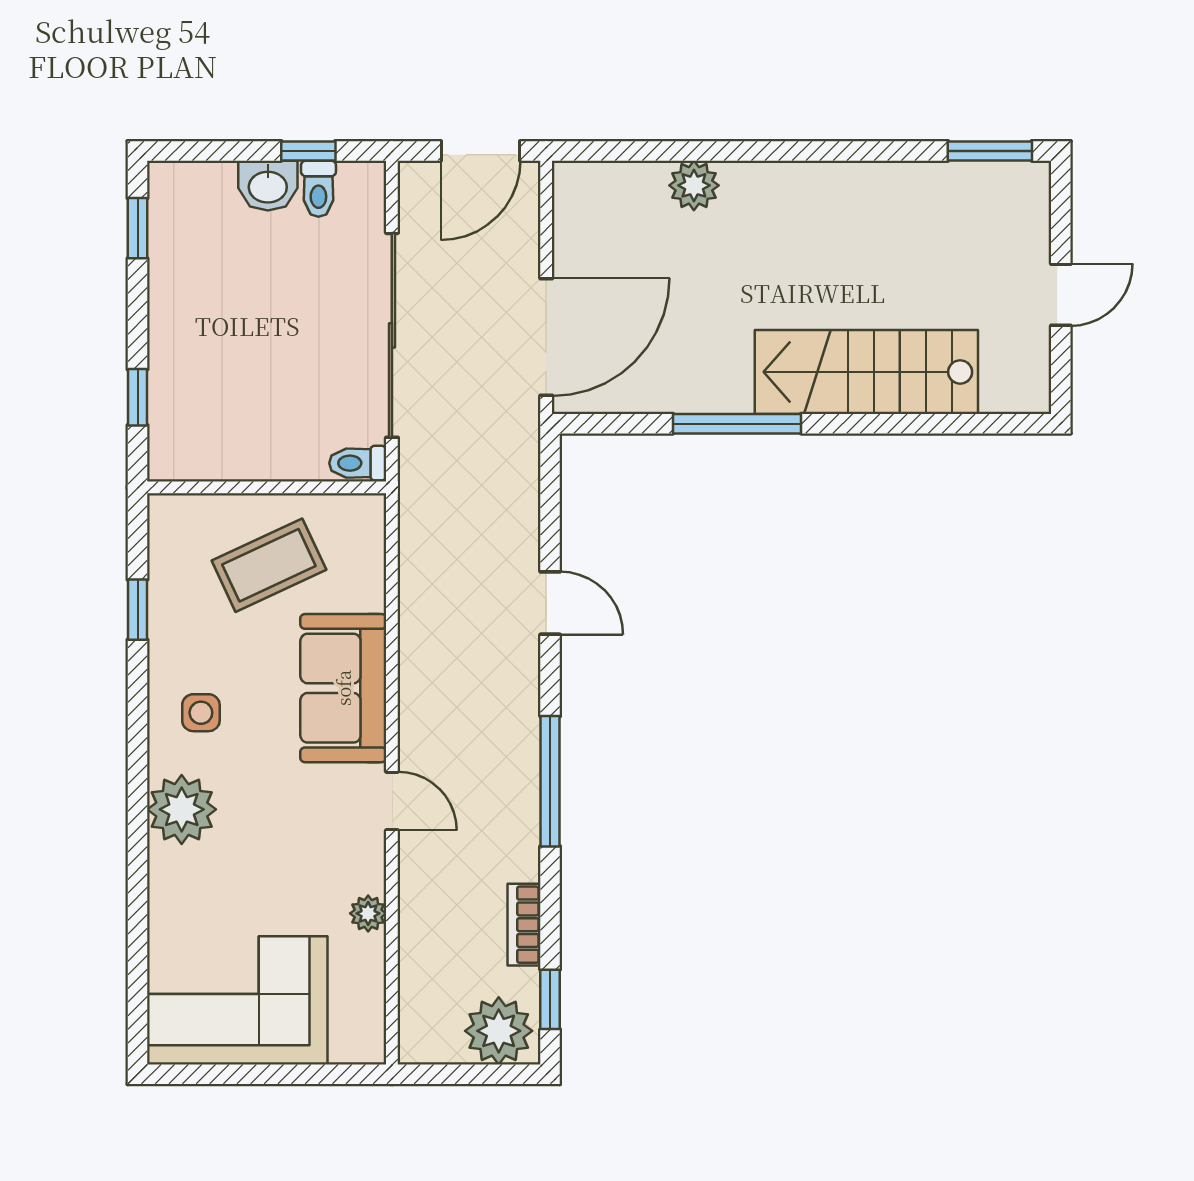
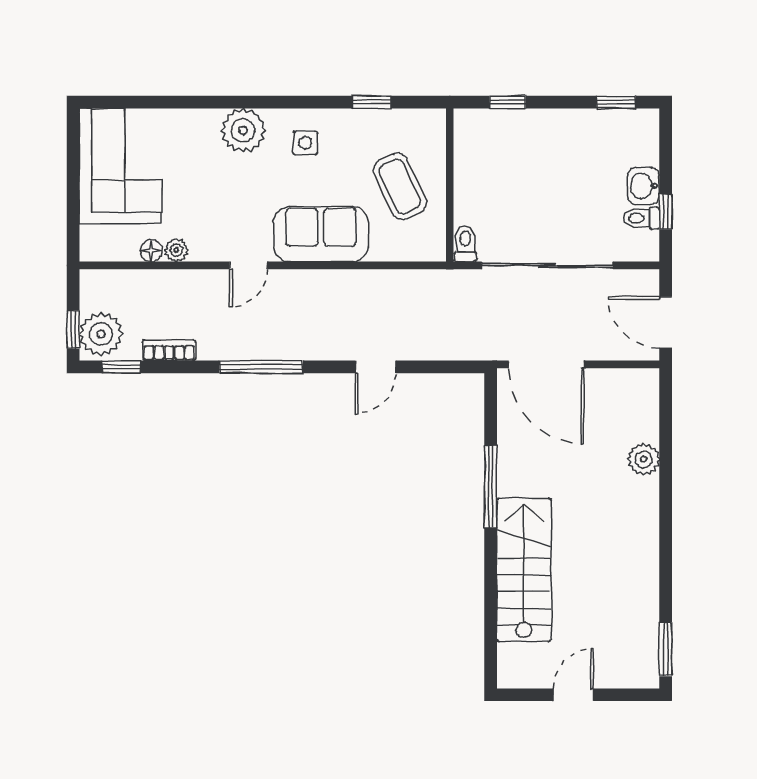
door: (1061, 295) -> (573, 695), swing flipped
floor lamp: (369, 953) -> (151, 251), added
window: (492, 1074) -> (73, 330), added

